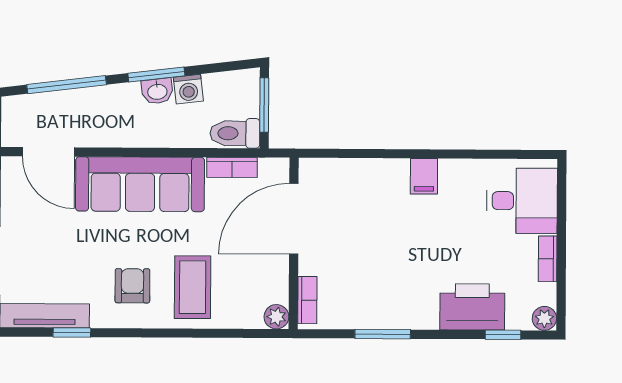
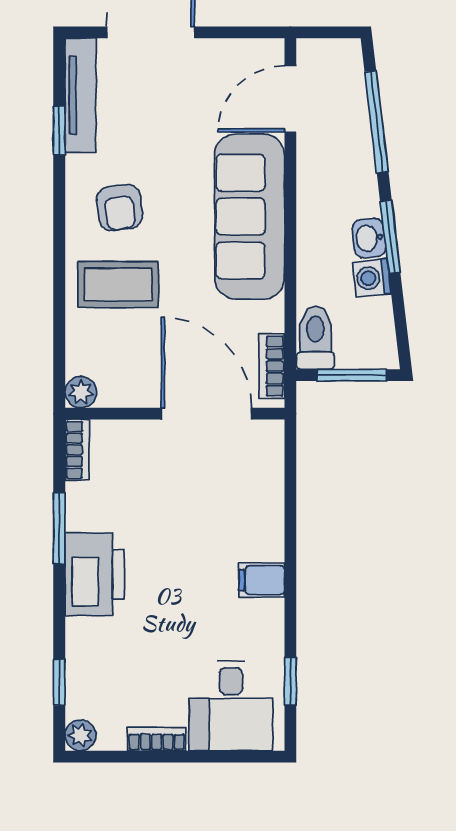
window: (503, 154) -> (290, 681), added
bookcase: (232, 167) -> (272, 366), moved
armchair: (132, 286) -> (119, 208), turned 83
bookcase: (307, 300) -> (77, 450), moved, turned -90
printer: (472, 307) -> (95, 574), moved

